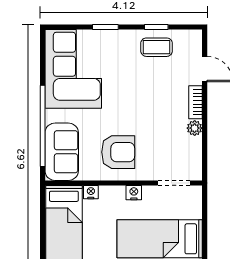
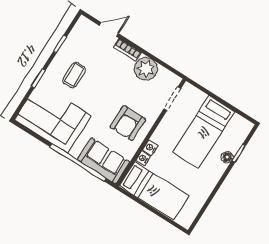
coffee table: (157, 47) -> (74, 75), moved
plant: (195, 128) -> (146, 69), width x1.87, depth x1.87
armchair: (118, 152) -> (128, 123), turned 180
nightstand: (134, 193) -> (150, 148), moved

